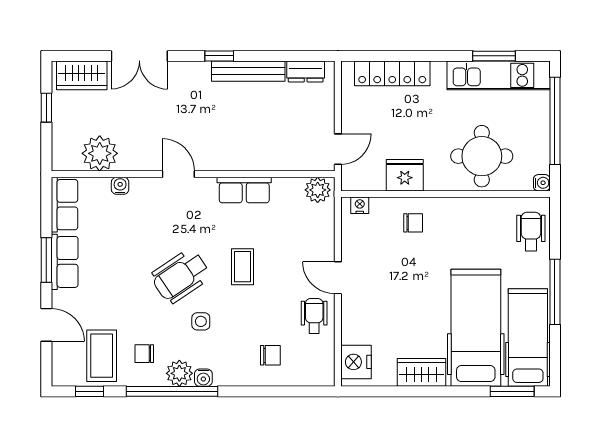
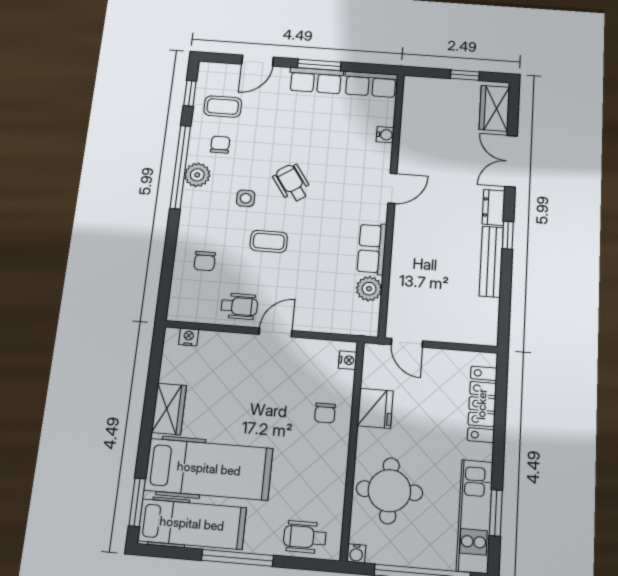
dresser: (306, 71) -> (494, 207), moved
plant: (100, 153) -> (418, 119), removed
plant: (318, 190) -> (369, 289), moved
wheelchair: (531, 231) -> (305, 537), turned 180
coffee table: (243, 267) -> (269, 241), moved
wheelchair: (181, 276) -> (292, 183), width x0.73, depth x0.73
coffee table: (102, 356) -> (223, 107), width x0.73, depth x0.77
nightstand: (356, 362) -> (189, 337), width x0.53, depth x0.56
water cooler: (203, 378) -> (190, 197), removed

